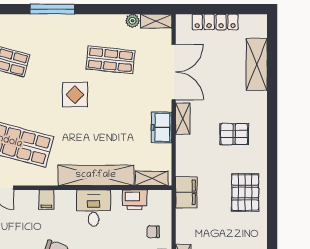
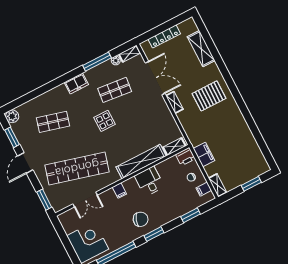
window: (52, 9) -> (97, 62), moved
freezer: (162, 127) -> (76, 83), moved, turned -90
pallet: (234, 134) -> (209, 96), width x1.50, depth x1.42
filing cabinet: (186, 192) -> (204, 155), moved
pallet: (245, 193) -> (233, 127), removed
printer: (135, 200) -> (185, 157), moved

